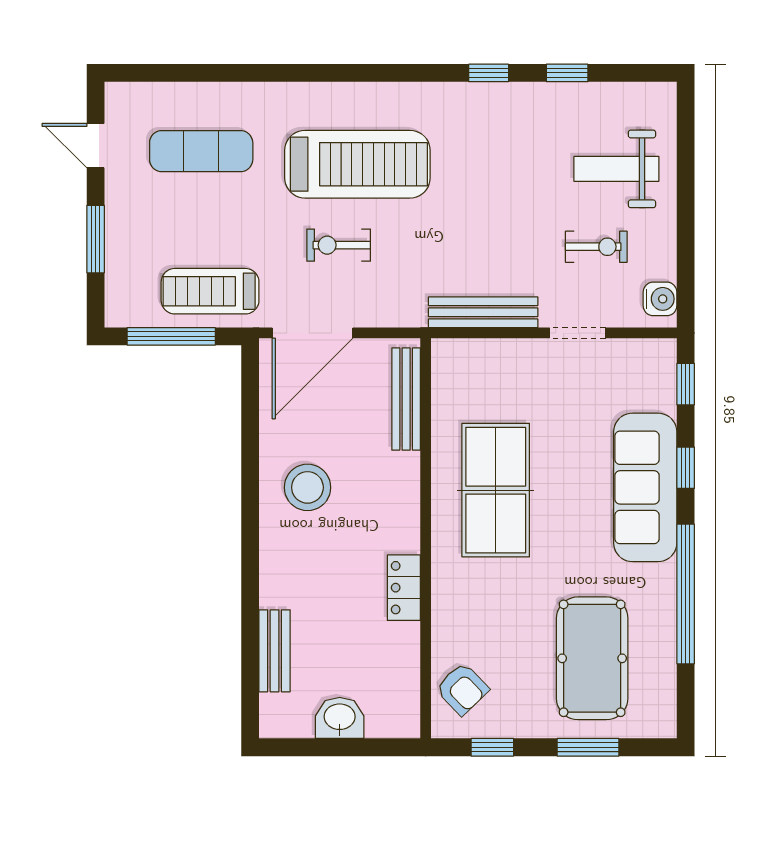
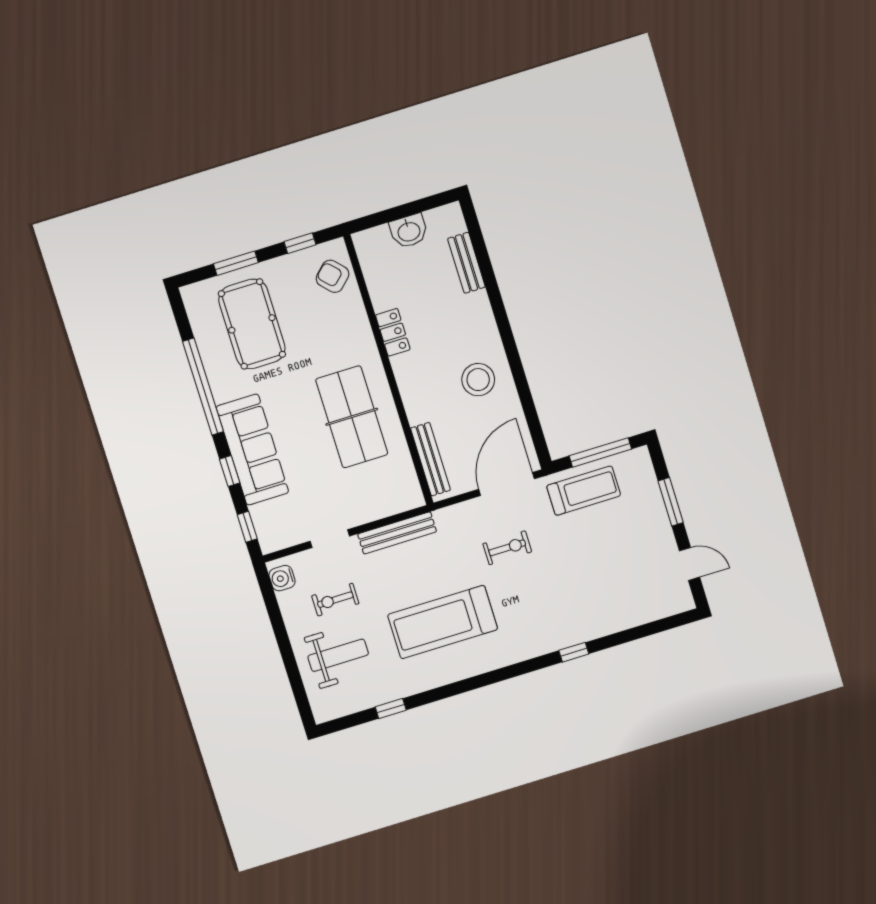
window: (489, 73) -> (574, 652), moved
exercise mat: (201, 151) -> (618, 582), removed
treadmill: (357, 164) -> (443, 622), moved

